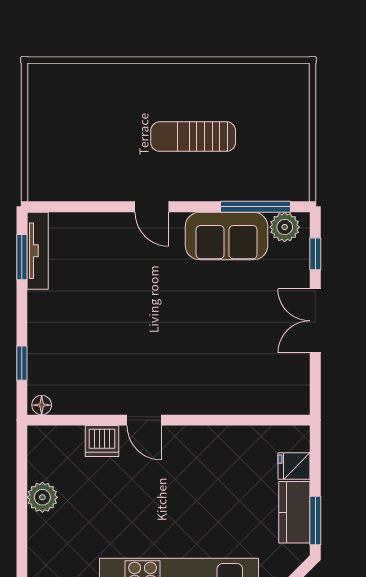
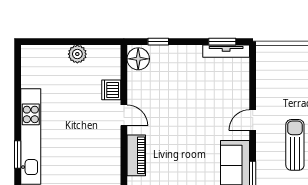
piano: (210, 400) -> (136, 155), added
floor lamp: (42, 405) -> (138, 59), width x1.89, depth x1.89
door: (144, 420) -> (124, 115), swing flipped

